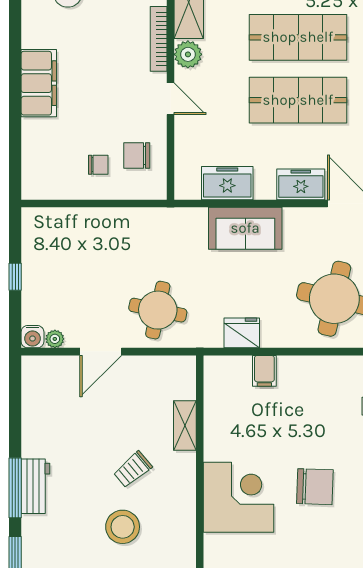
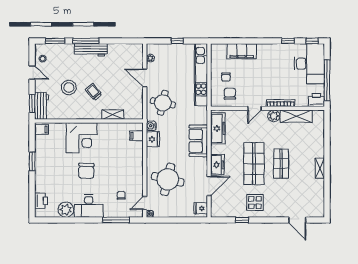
window: (15, 21) -> (288, 41), added
shop shelf: (298, 37) -> (281, 164), width x0.70, depth x0.74
filing cabinet: (39, 83) -> (242, 51), moved
freezer: (227, 183) -> (218, 128), width x1.40
kitchen unit: (93, 222) -> (201, 75), added
water cooler: (32, 337) -> (151, 126), moved
filing cabinet: (264, 371) -> (136, 136), moved
workbench: (35, 486) -> (91, 50), width x1.37

